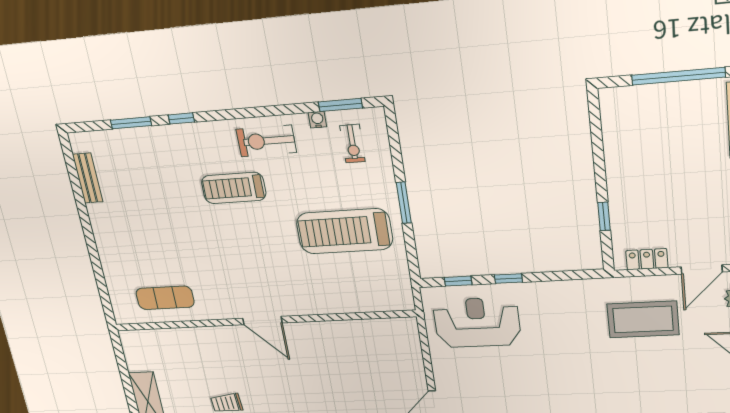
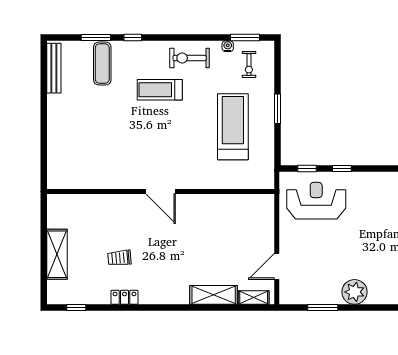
bench: (88, 178) -> (54, 68), width x1.36
treadmill: (344, 231) -> (233, 127), turned 90
exercise mat: (165, 298) -> (102, 64), moved, turned 90

